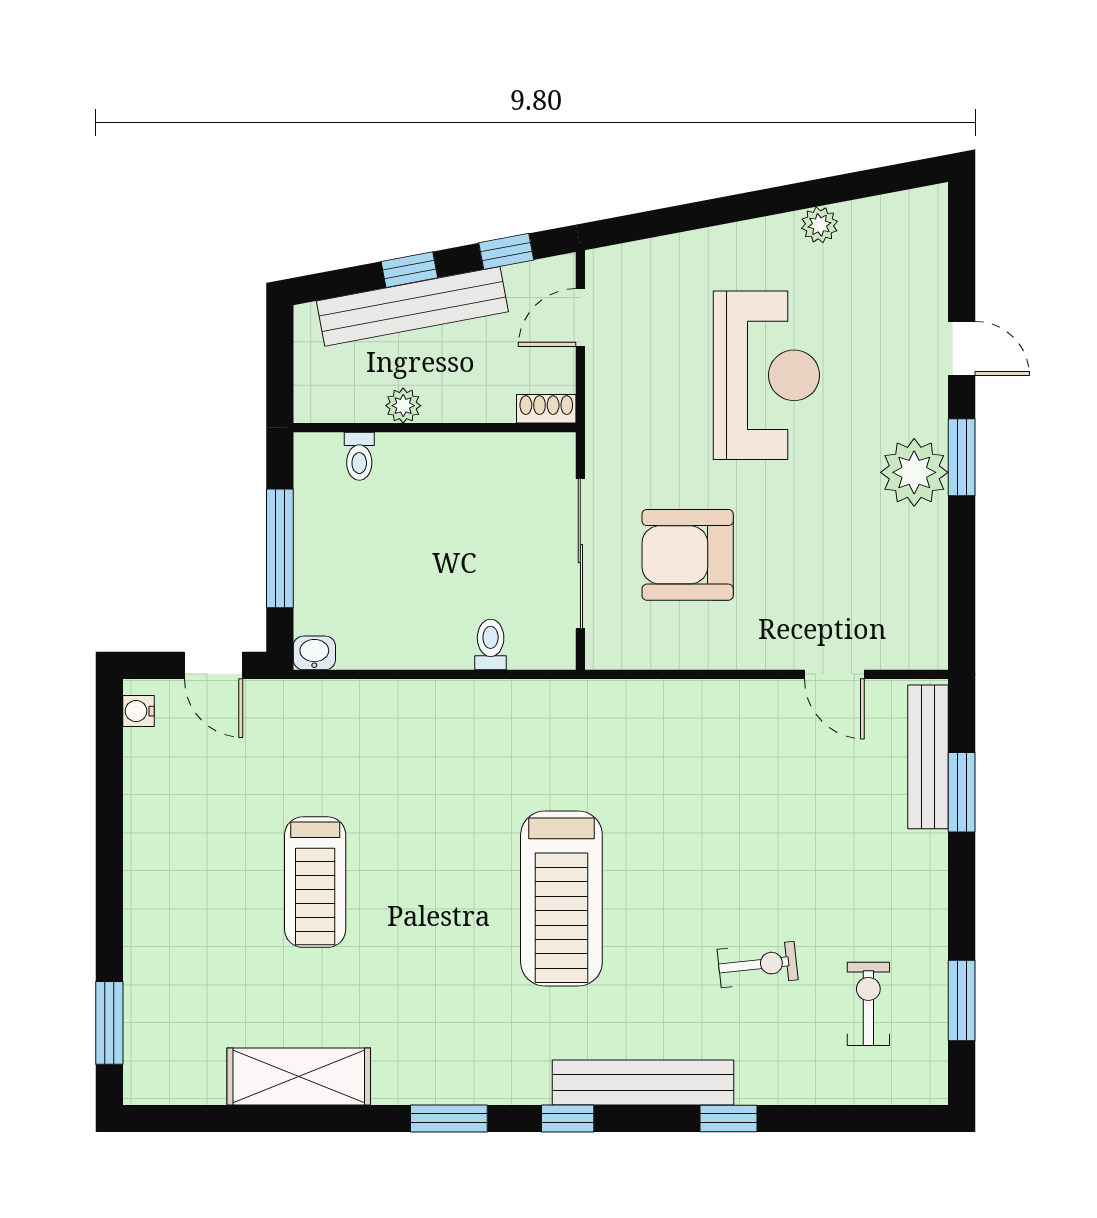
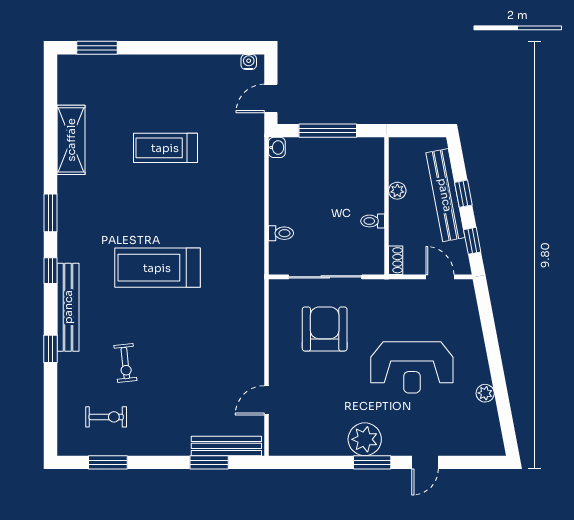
toilet: (359, 456) -> (373, 221), moved

